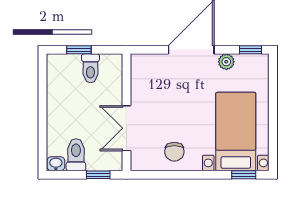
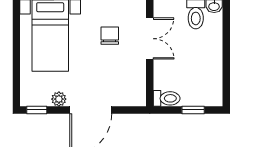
toilet: (90, 68) -> (167, 98), moved, turned 90
chair: (174, 152) -> (110, 36), moved

